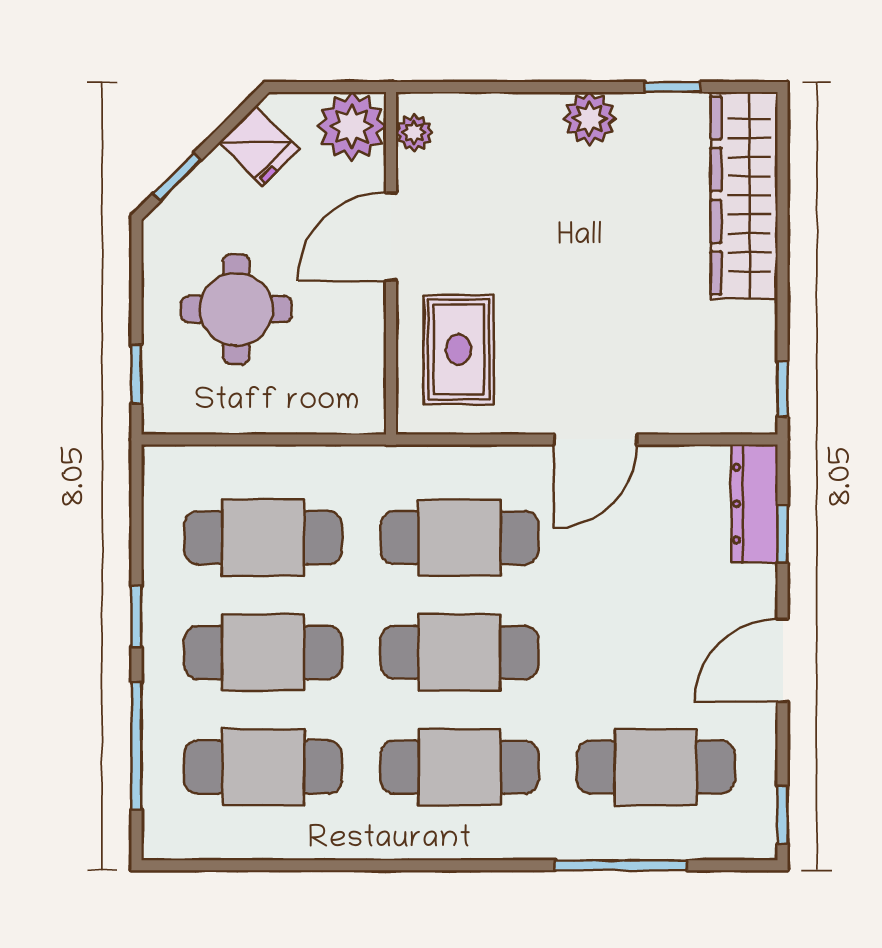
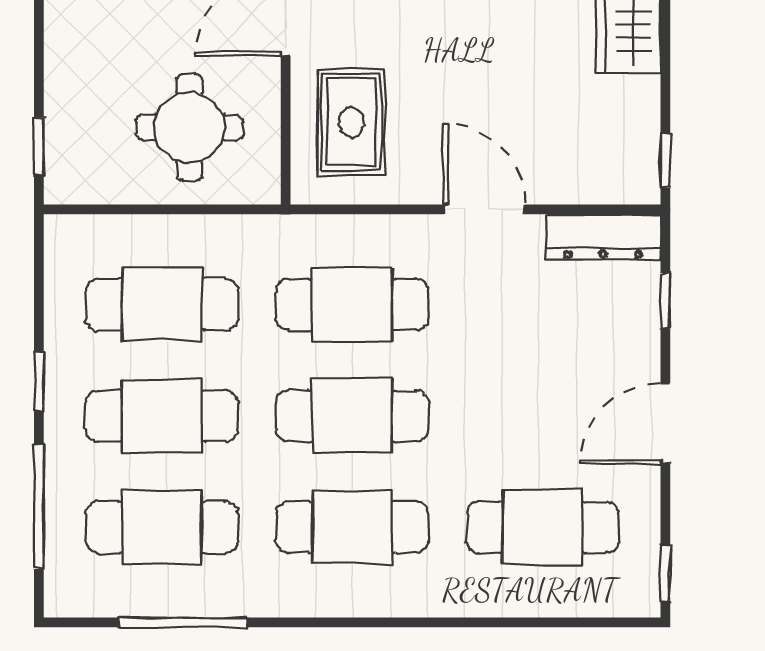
round table: (236, 309) -> (190, 128), moved
door: (595, 439) -> (484, 209), swing flipped
dresser: (754, 504) -> (603, 237), moved, turned -90
window: (621, 865) -> (183, 622), moved

